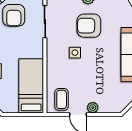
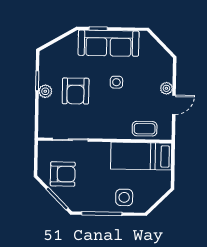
side table: (75, 53) -> (116, 82), moved
coffee table: (62, 99) -> (145, 129), moved

